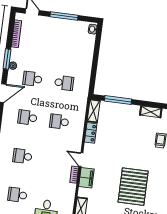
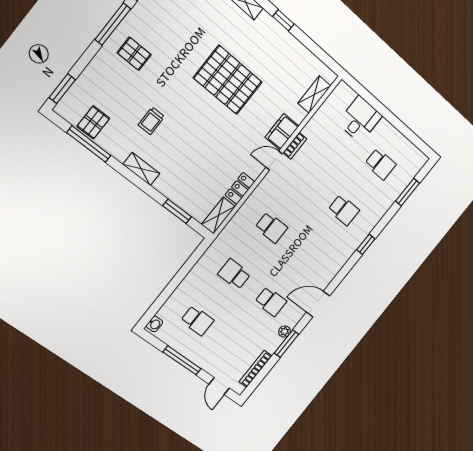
window: (118, 100) -> (177, 211), width x0.69
school desk: (27, 117) -> (197, 321), moved
door: (81, 160) -> (274, 161), swing flipped
pallet: (133, 187) -> (228, 80), turned 90

